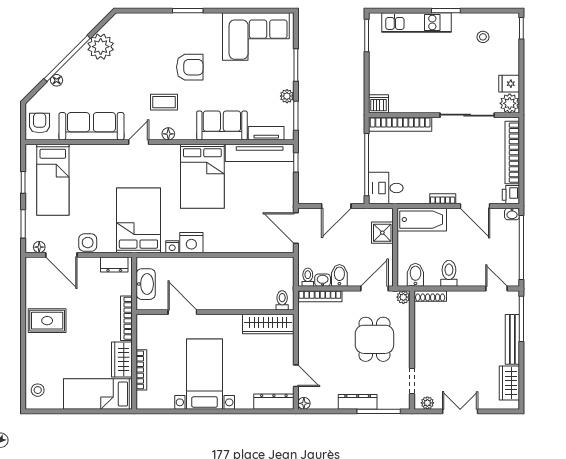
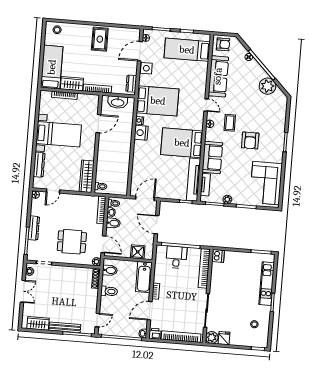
desk: (386, 188) -> (176, 257), moved
dresser: (274, 402) -> (39, 165), moved

